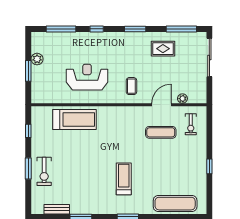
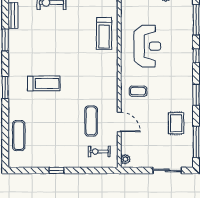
sliding door: (209, 57) -> (167, 170), width x0.73
plant: (182, 99) -> (125, 159), moved
treadmill: (74, 120) -> (104, 33), width x0.73, depth x0.73
exercise mat: (175, 204) -> (19, 136), width x0.73, depth x0.69

